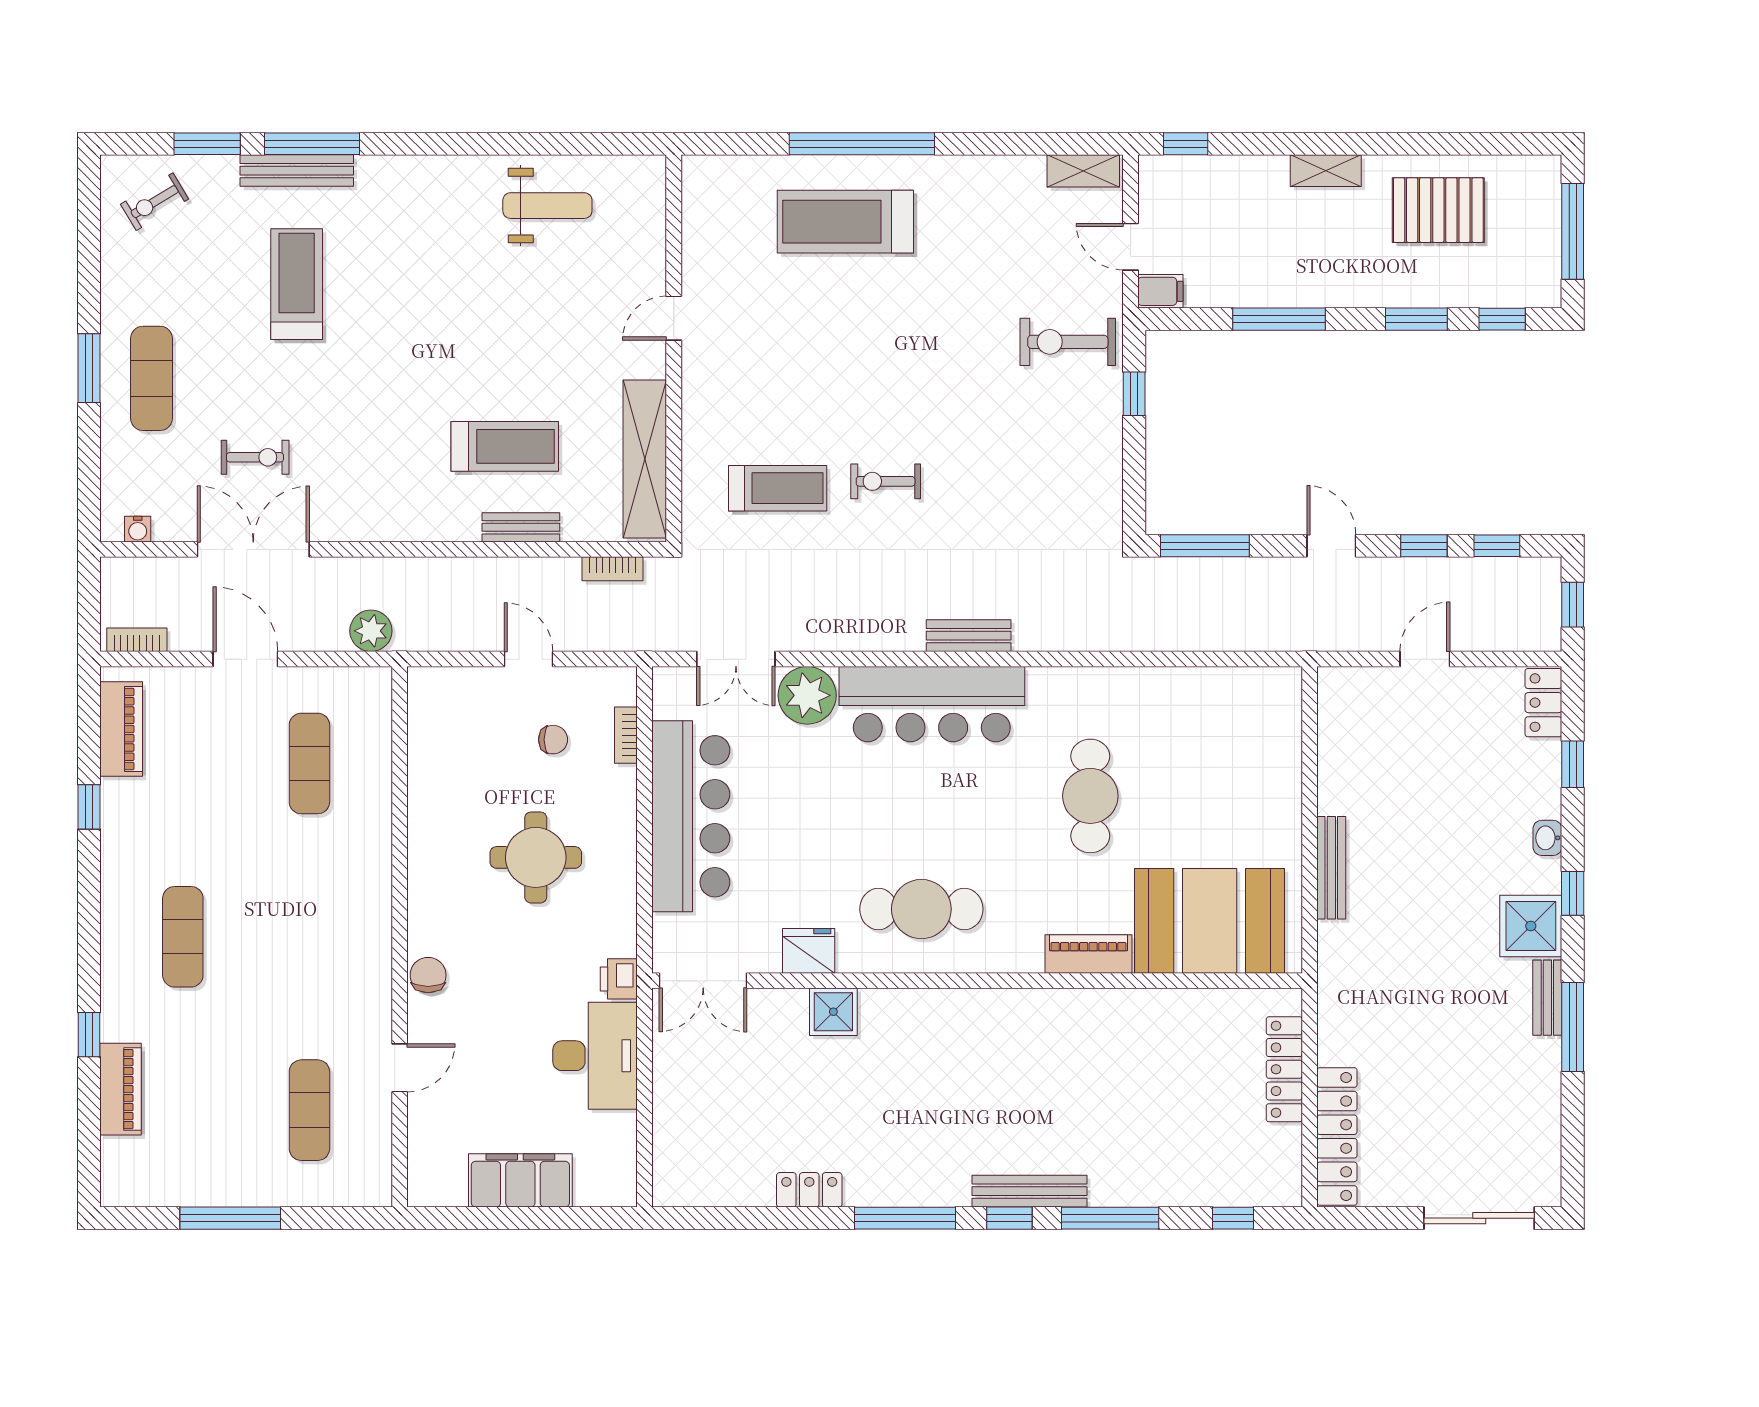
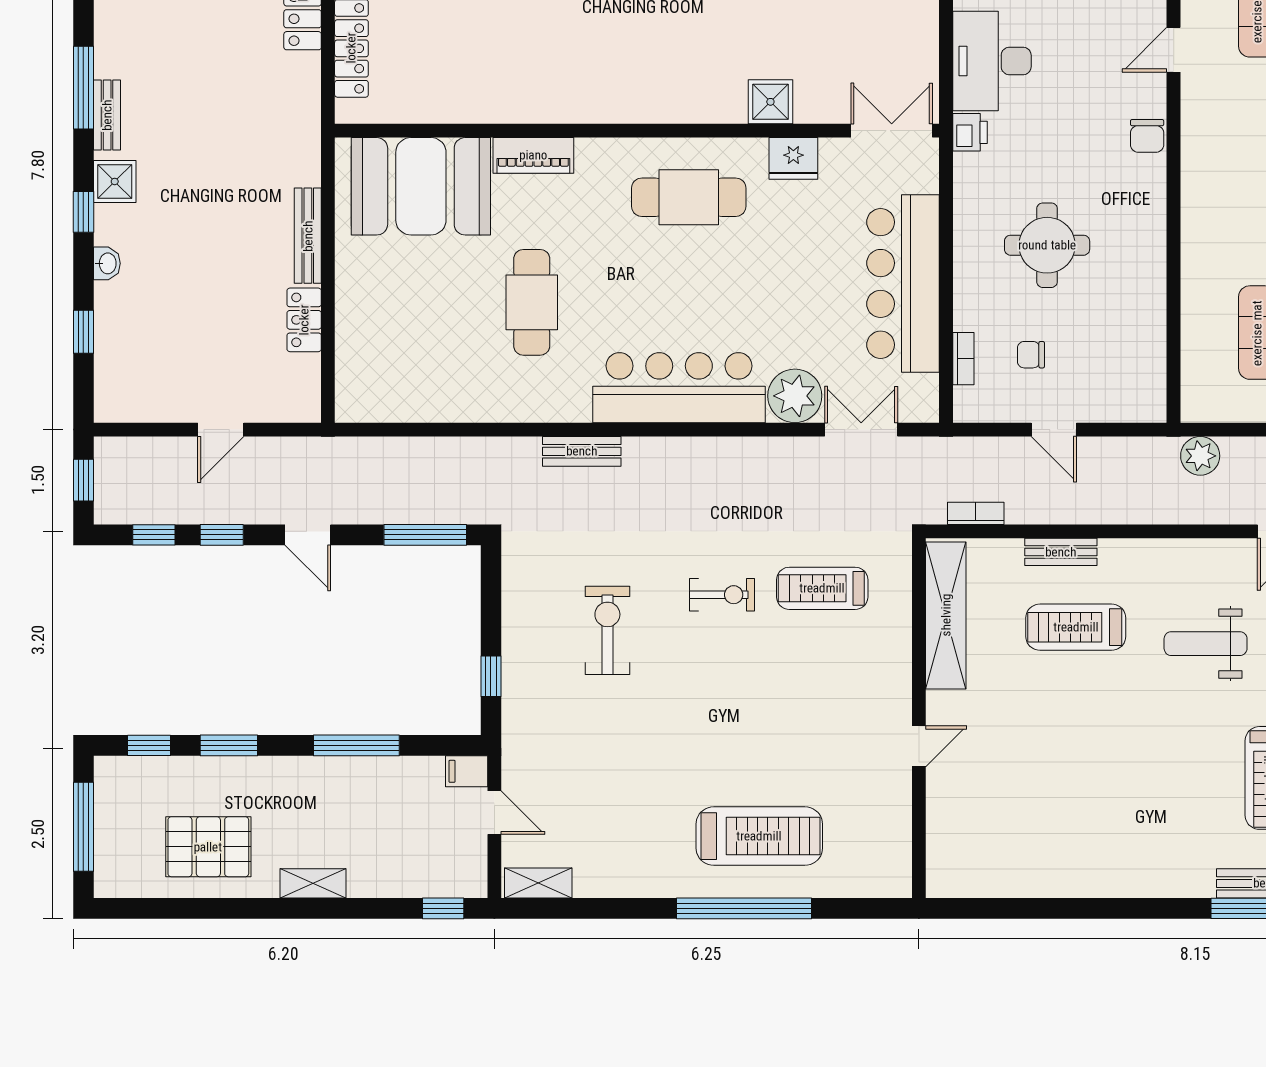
weight bench: (547, 206) -> (1206, 644), moved
exercise bike: (1068, 342) -> (607, 630), moved, turned -90
bench: (969, 636) -> (582, 451), moved
locker: (1543, 703) -> (304, 320), moved, turned 180
shower: (1531, 926) -> (115, 181), width x0.73, depth x0.73

